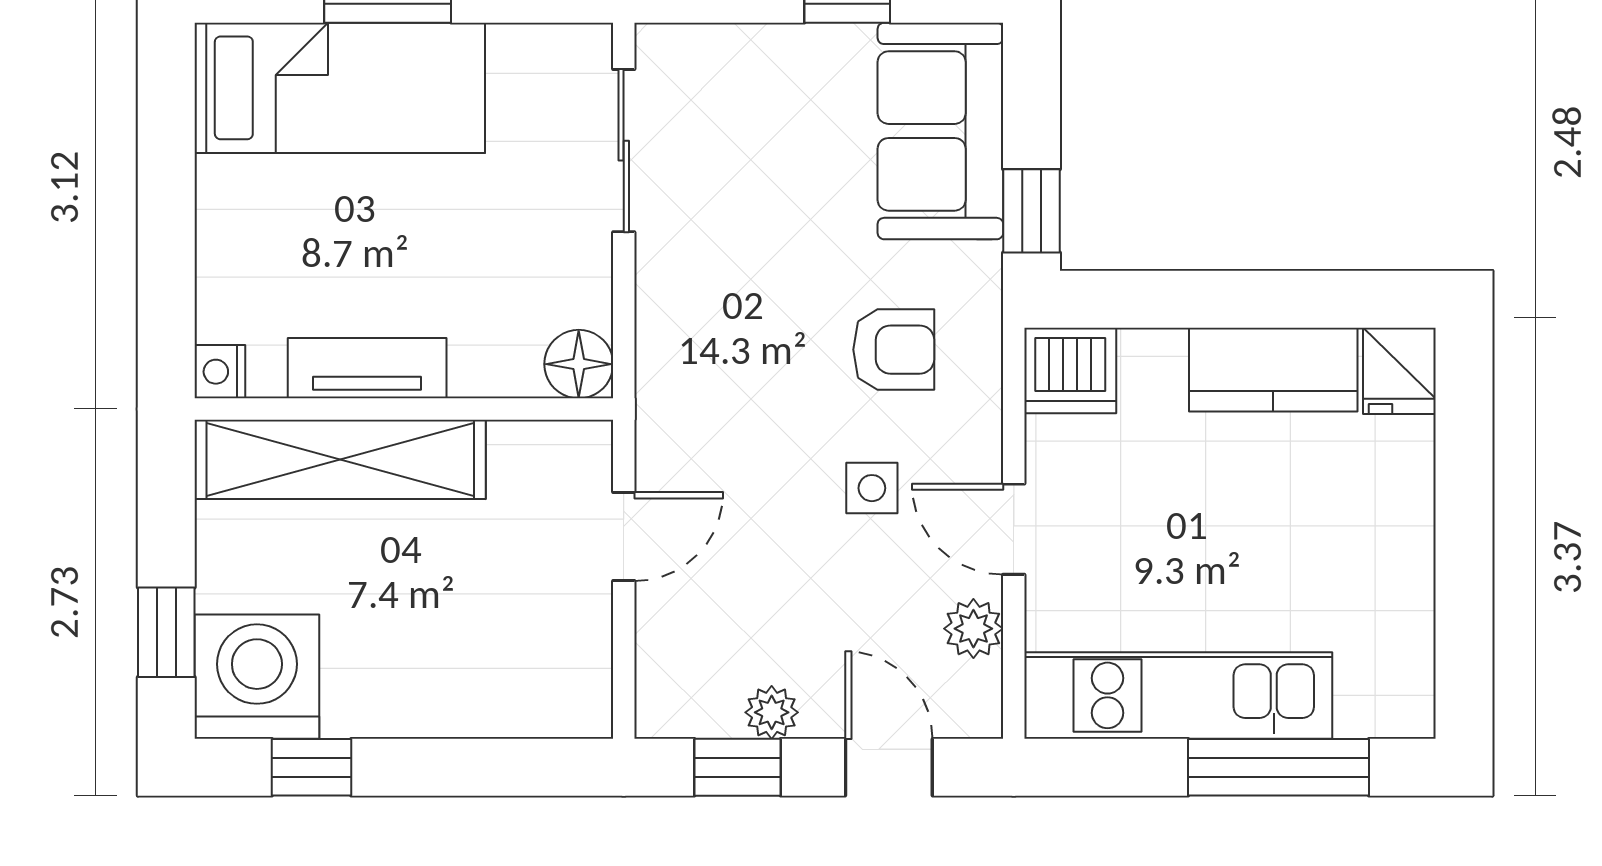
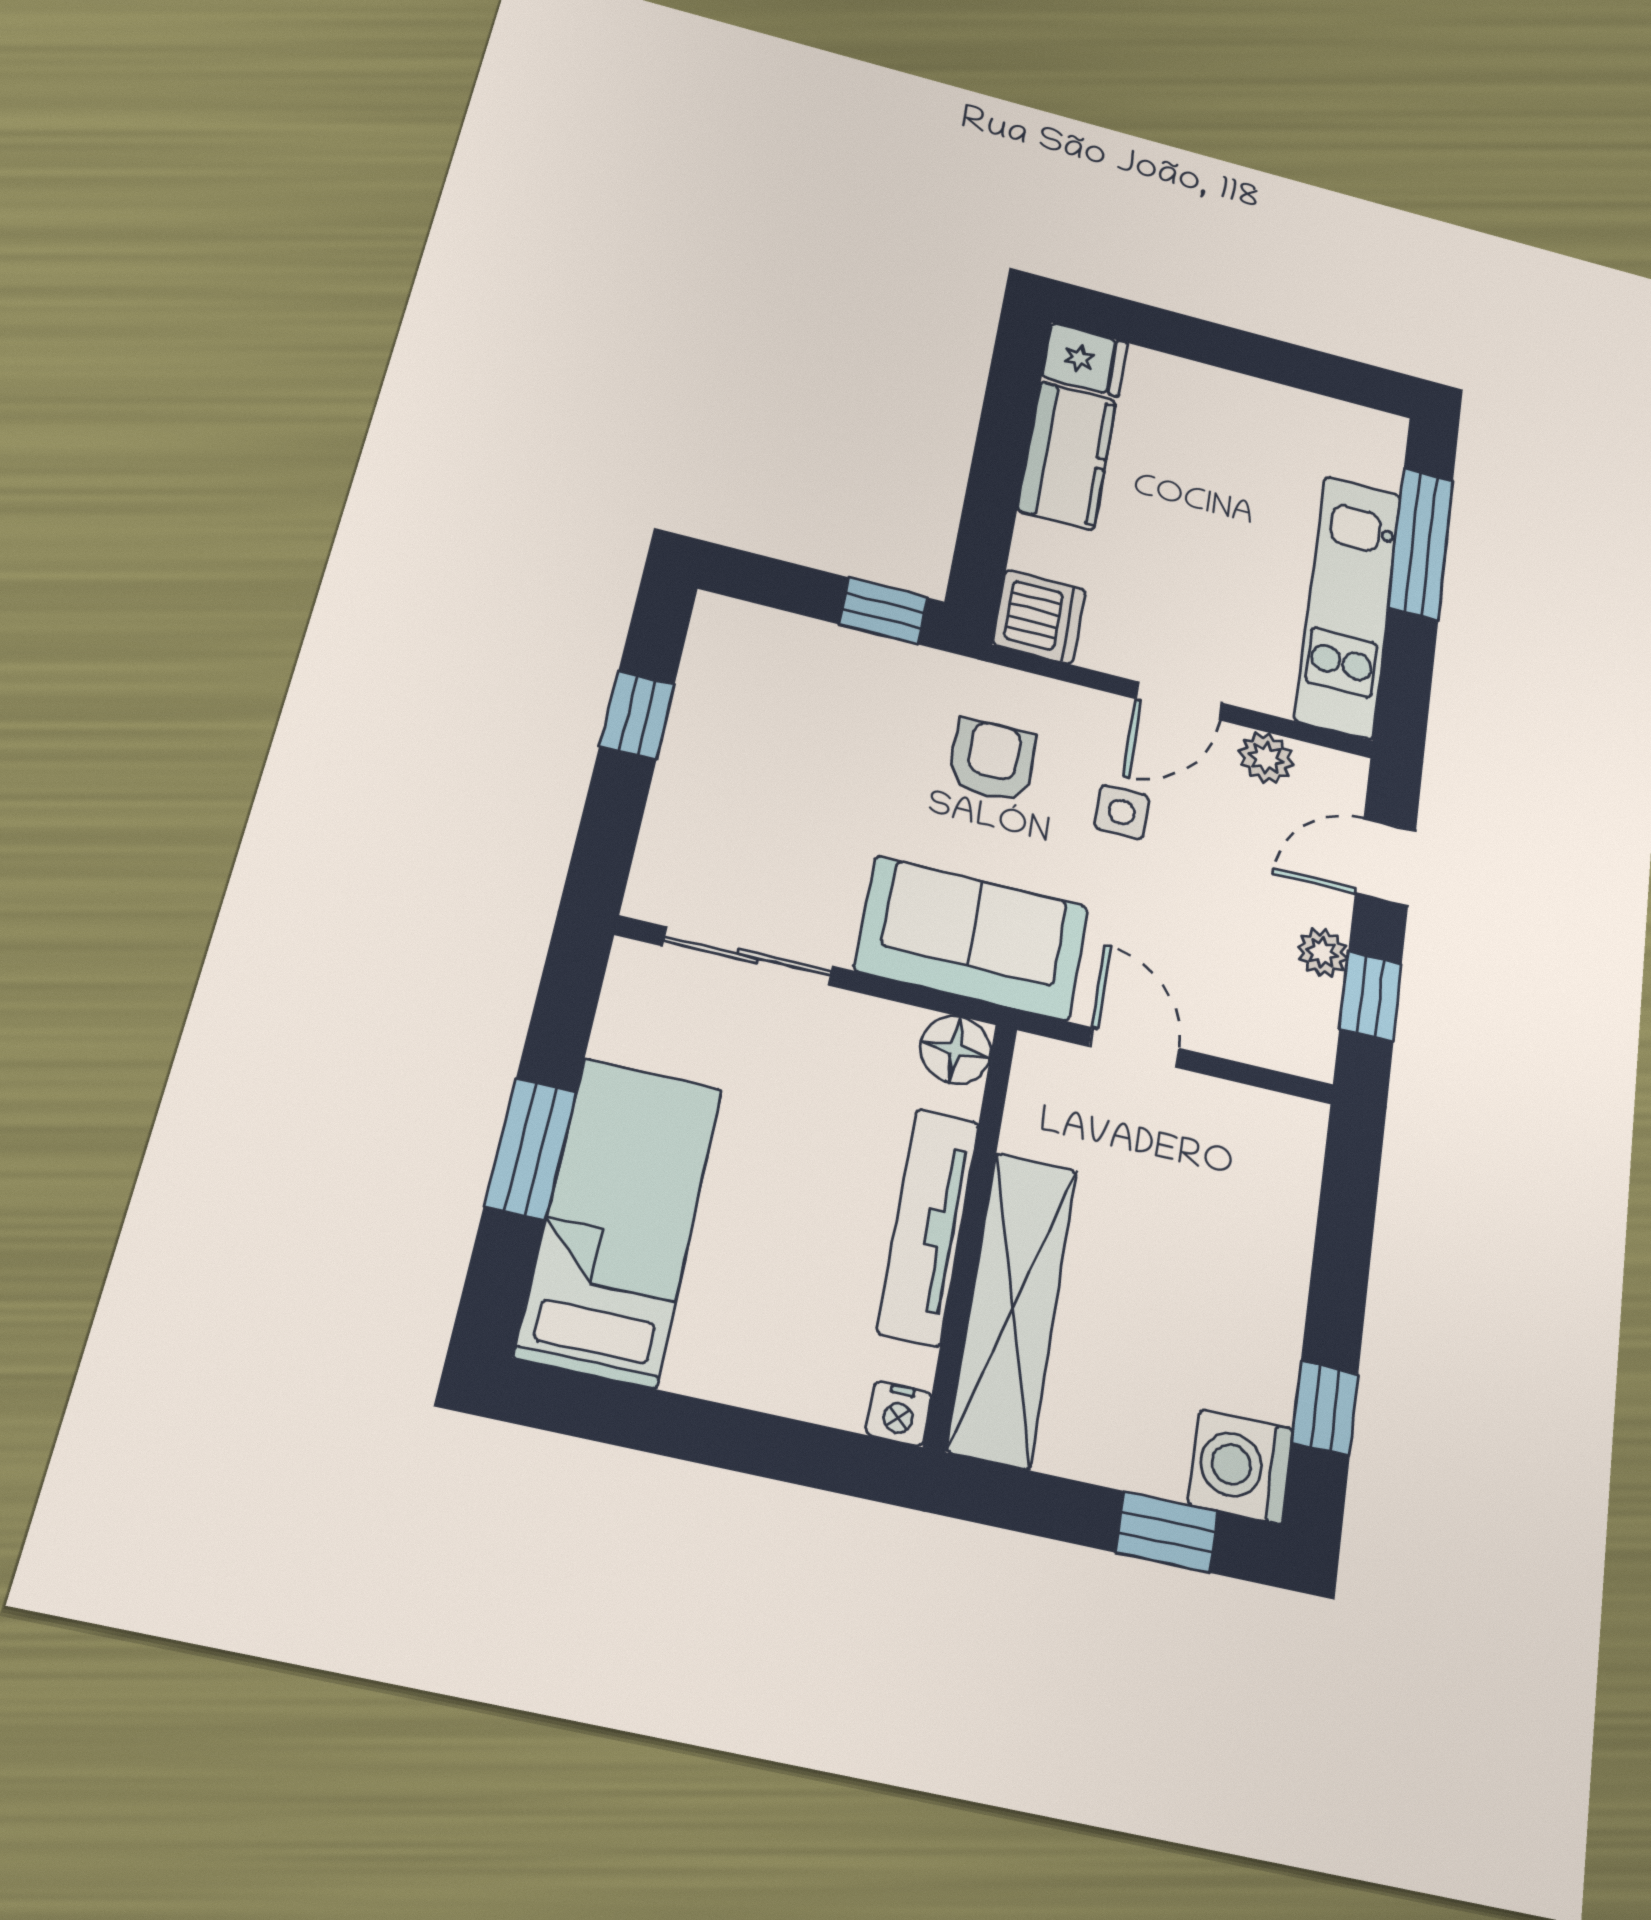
sofa: (940, 131) -> (972, 938), moved, turned 180
tv unit: (367, 368) -> (928, 1226), width x1.41
washing machine: (257, 677) -> (1241, 1466), width x0.73, depth x0.73

